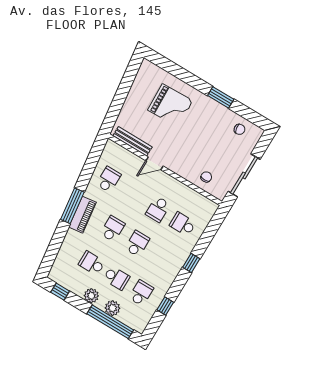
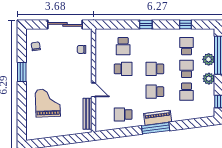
school desk: (141, 293) -> (187, 46), turned 90

